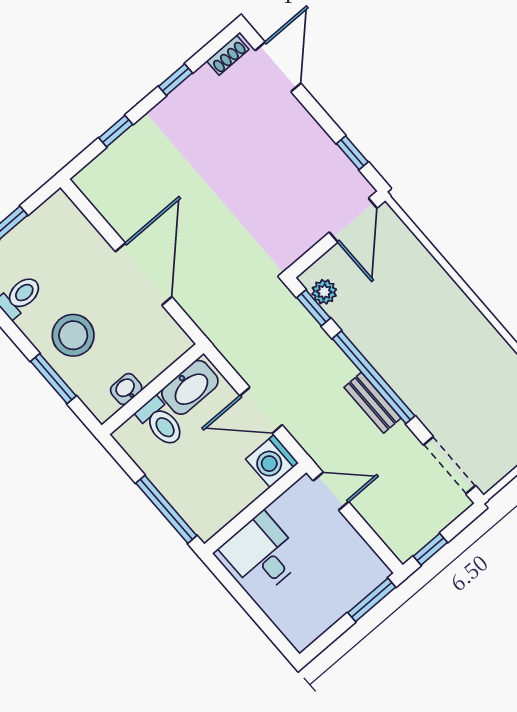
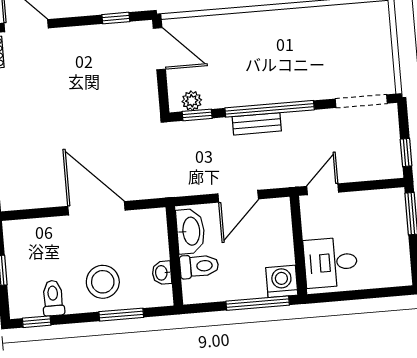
bench: (372, 403) -> (257, 124), moved
washing machine: (272, 461) -> (282, 281), moved, turned 180

